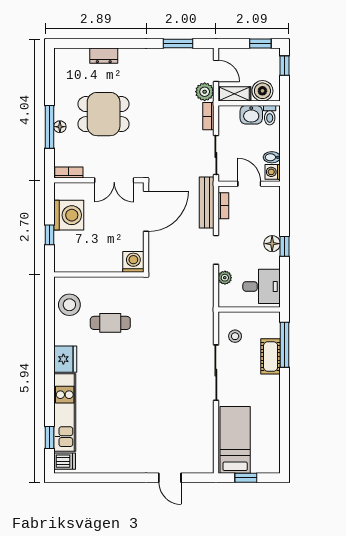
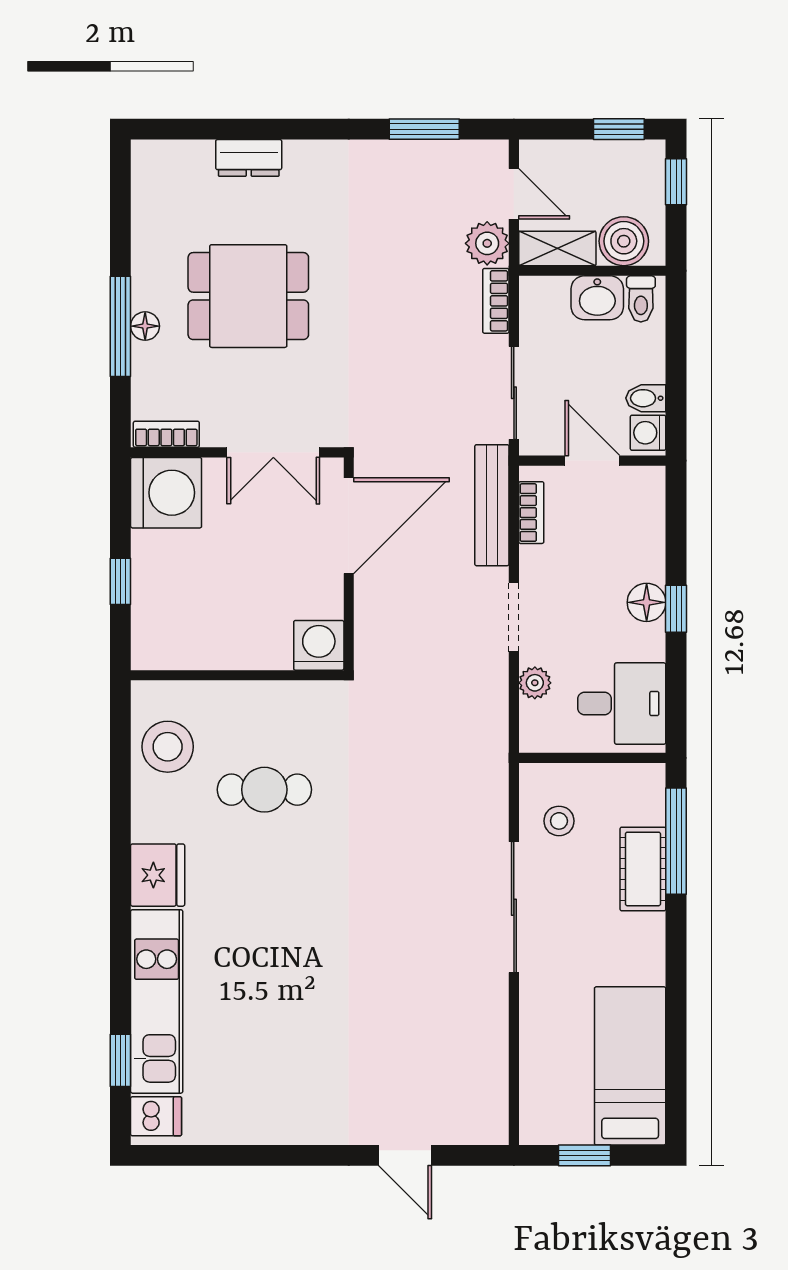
washing machine: (69, 215) -> (166, 493), moved
bed: (235, 440) -> (630, 1066), moved

